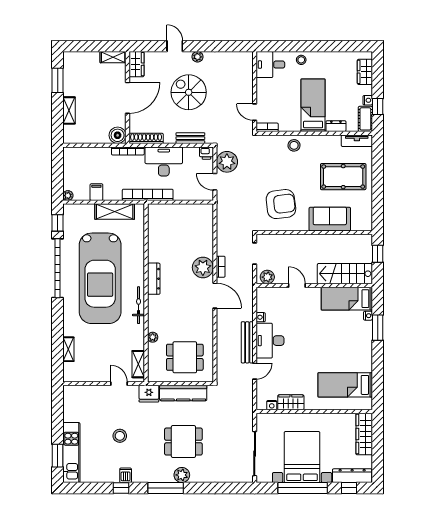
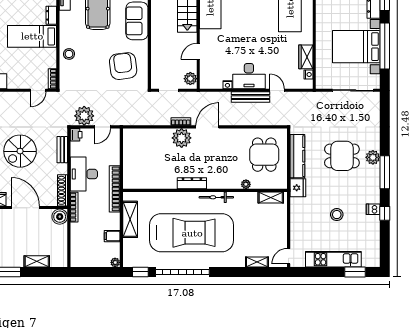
door: (119, 384) -> (289, 256), moved
dining table: (183, 442) -> (342, 156), turned 90
kitchen unit: (71, 453) -> (333, 259), moved

